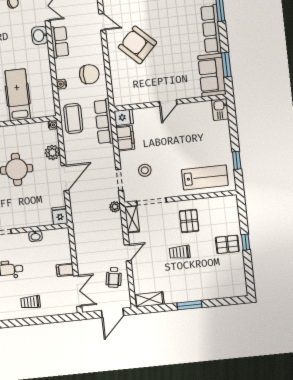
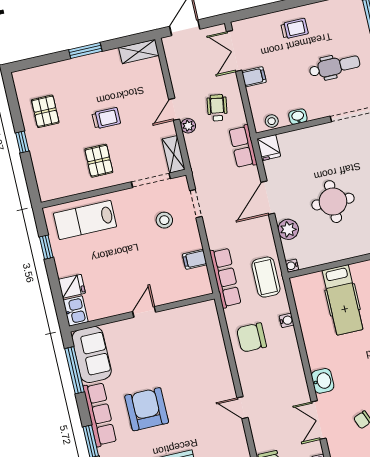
row of seats: (60, 42) -> (243, 146), moved
armchair: (137, 45) -> (147, 409), moved, turned -134
window: (226, 65) -> (74, 370), width x1.44
fridge: (124, 117) -> (72, 286), moved, turned 180
filing cabinet: (125, 138) -> (195, 259), width x0.50
plant: (115, 207) -> (188, 126), moved
stool: (55, 235) -> (272, 121), added
pallet: (227, 244) -> (45, 111), moved, turned 90
wheelchair: (114, 277) -> (217, 108), moved

